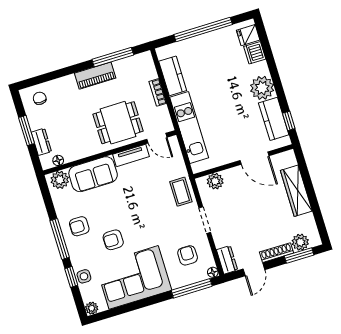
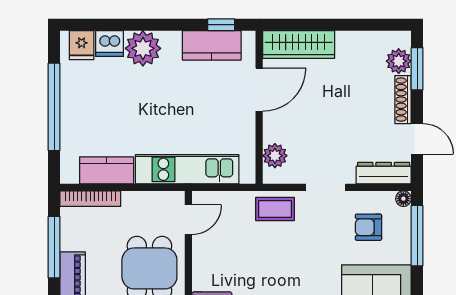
plant: (262, 88) -> (143, 48), moved
bookcase: (158, 92) -> (90, 199), moved, width x1.56
tv unit: (131, 155) -> (202, 264), removed
wardrobe: (296, 191) -> (299, 44), moved
dresser: (227, 260) -> (384, 173), width x1.44

